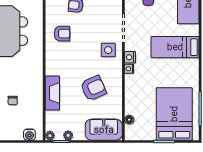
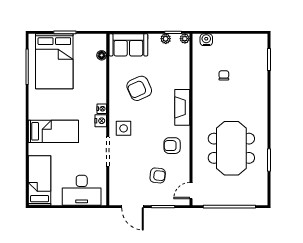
fireplace: (52, 93) -> (182, 107), moved

